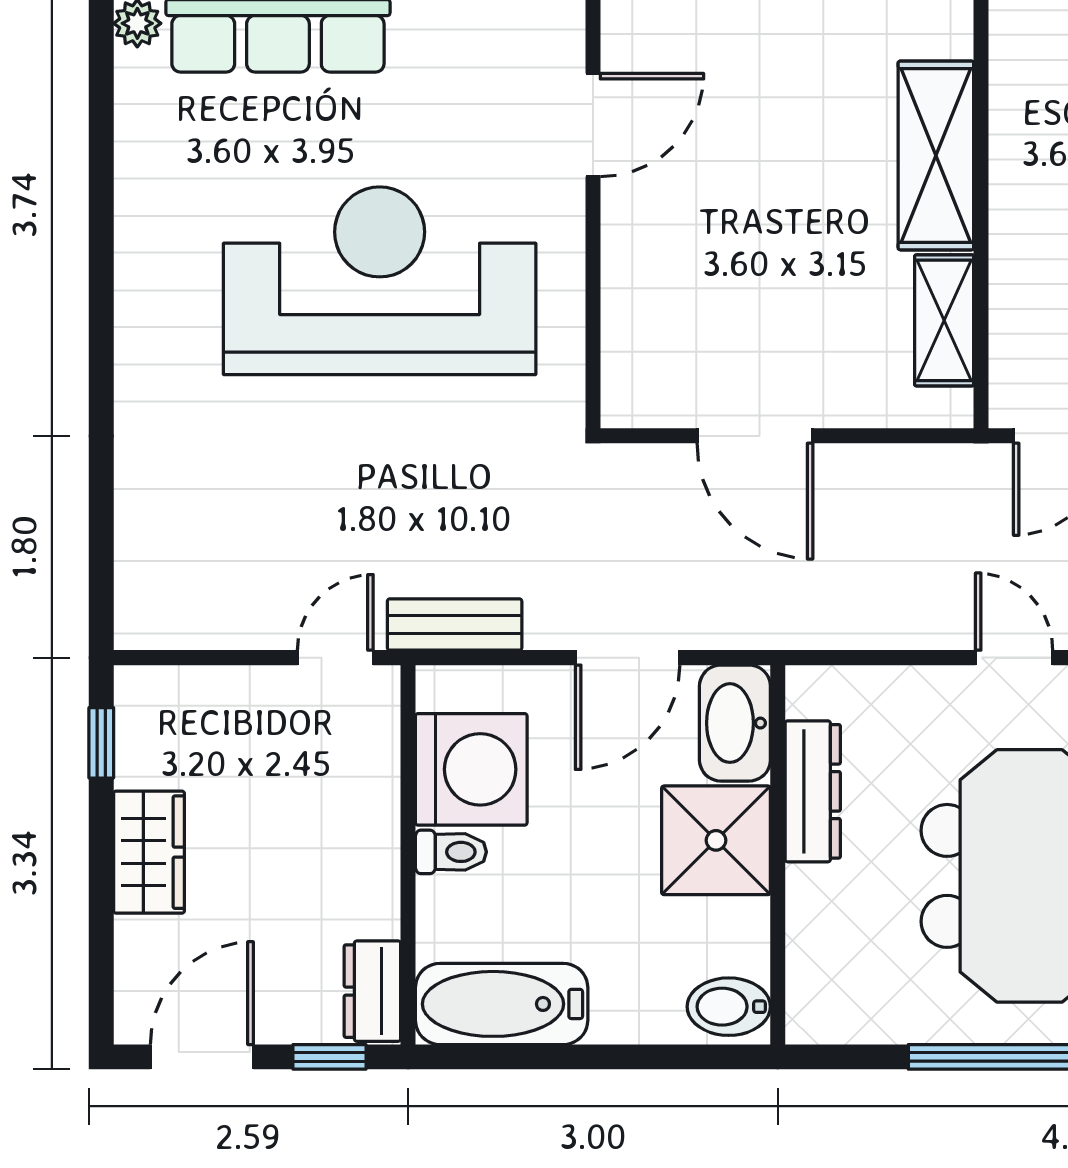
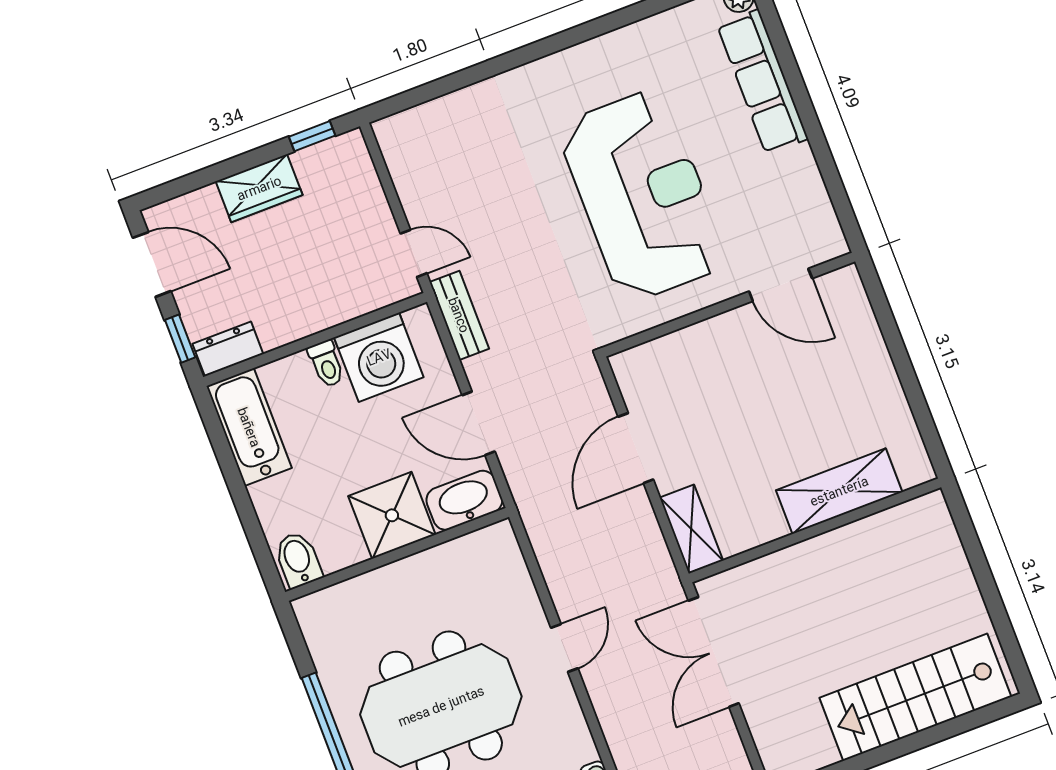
shelving: (944, 320) -> (691, 529), moved, turned 90
dresser: (813, 791) -> (442, 561), removed

